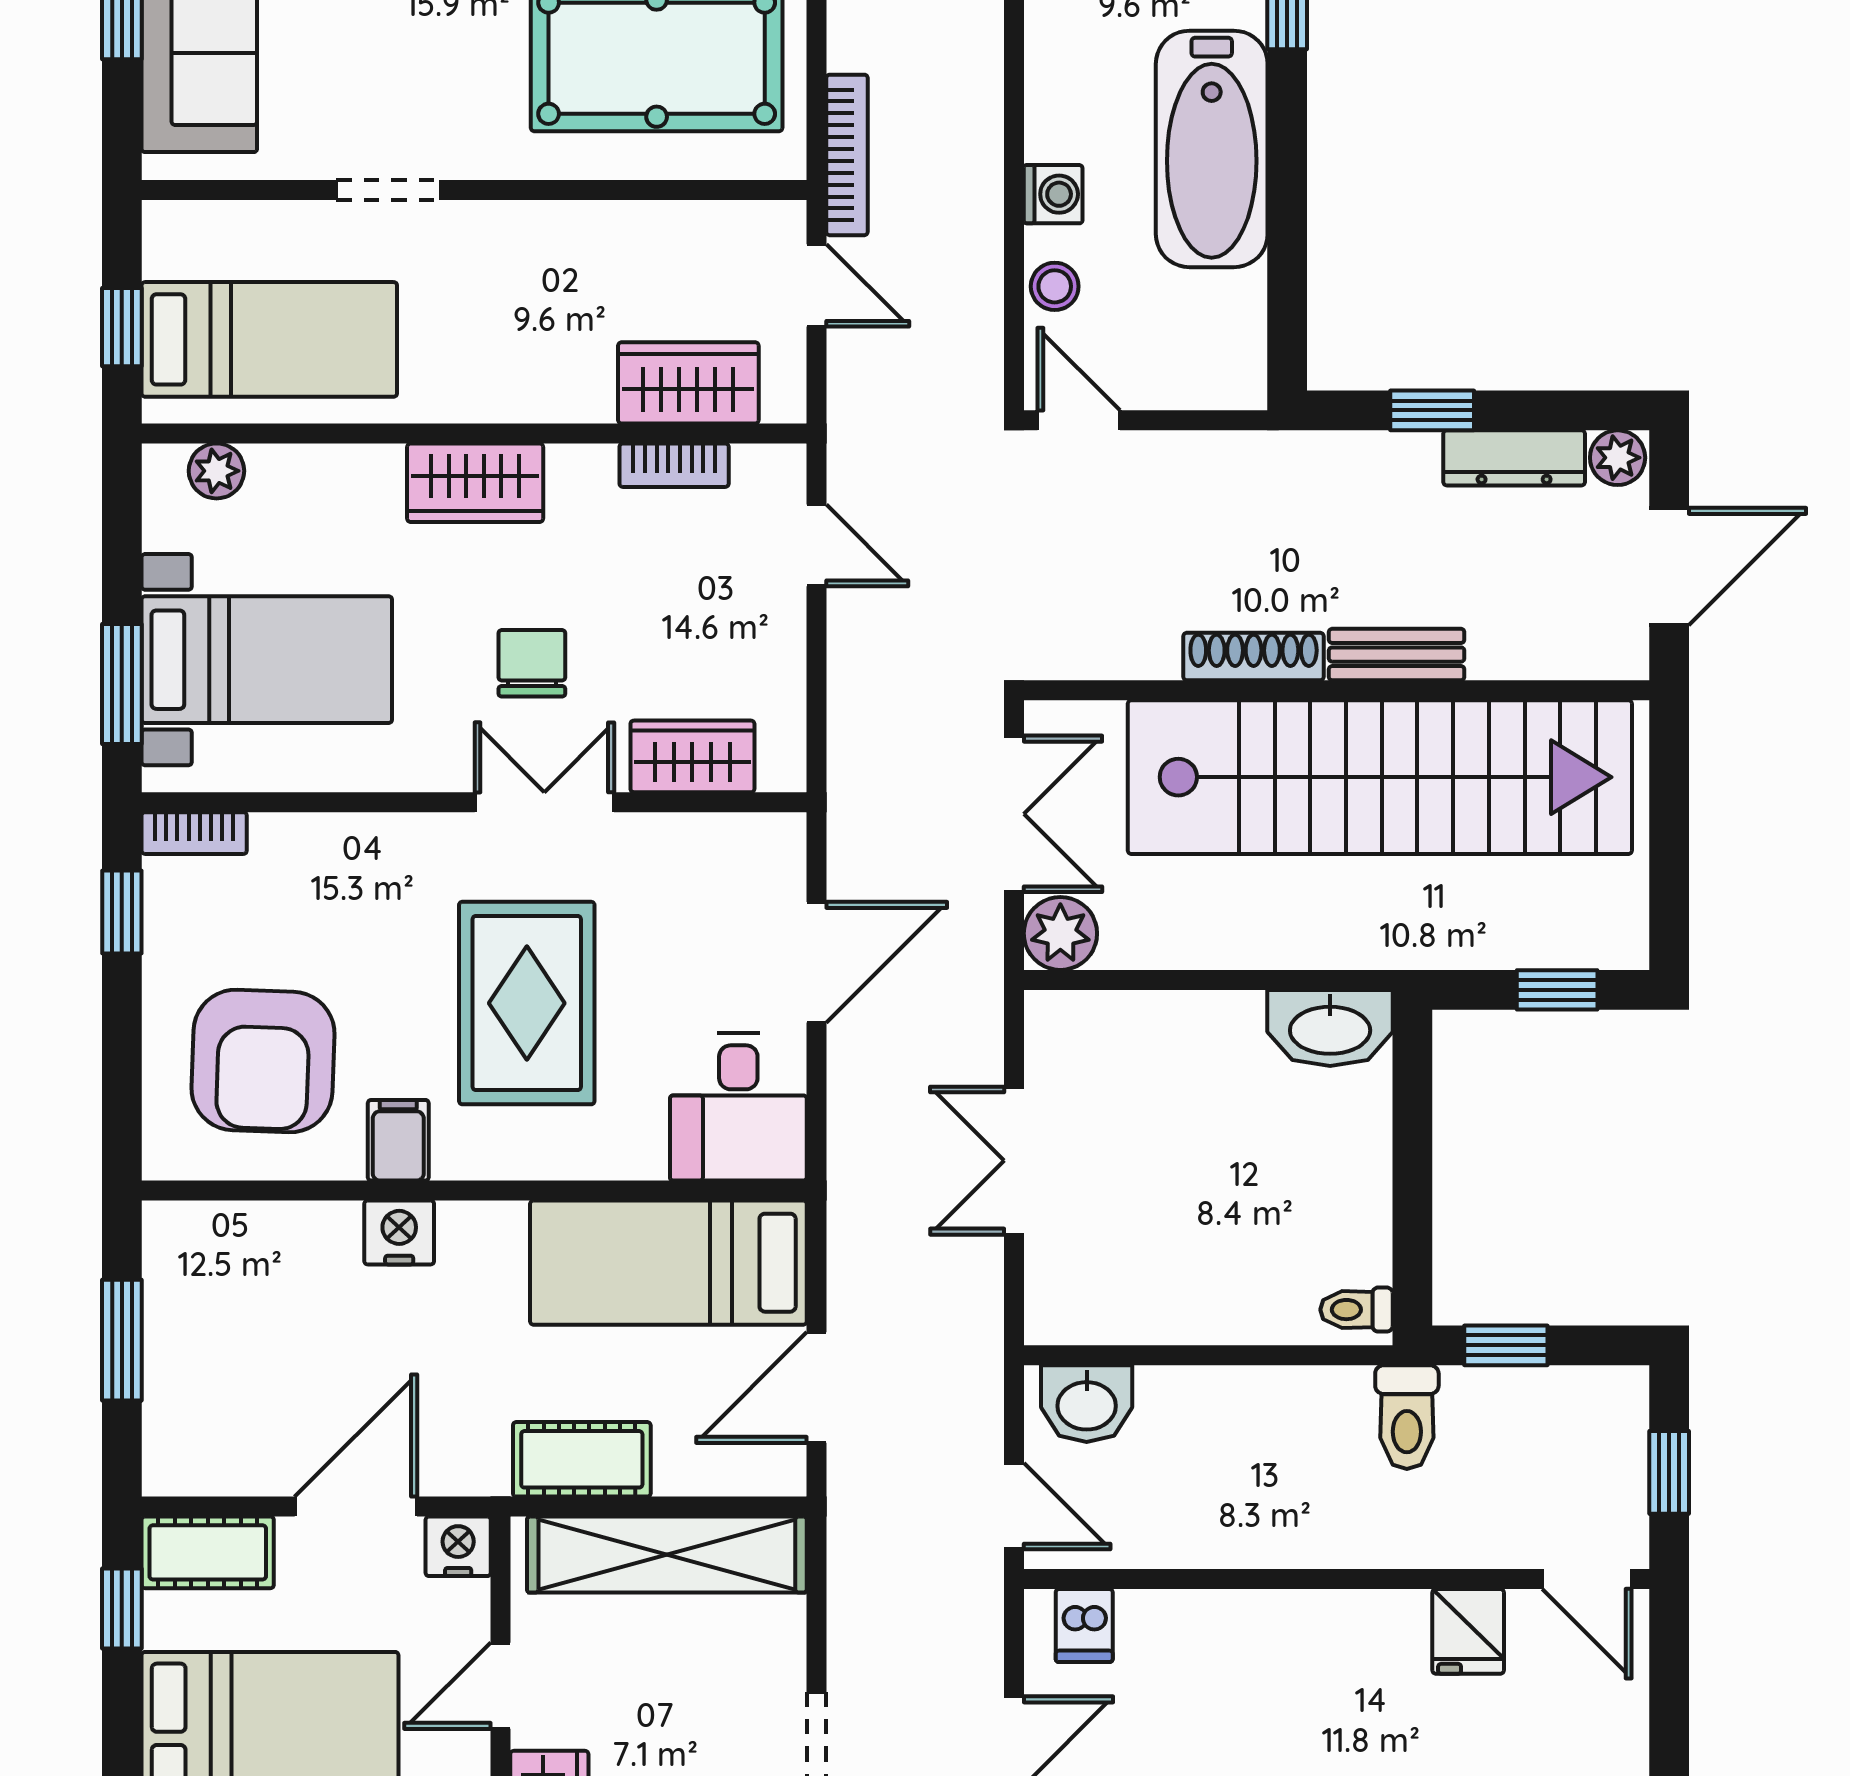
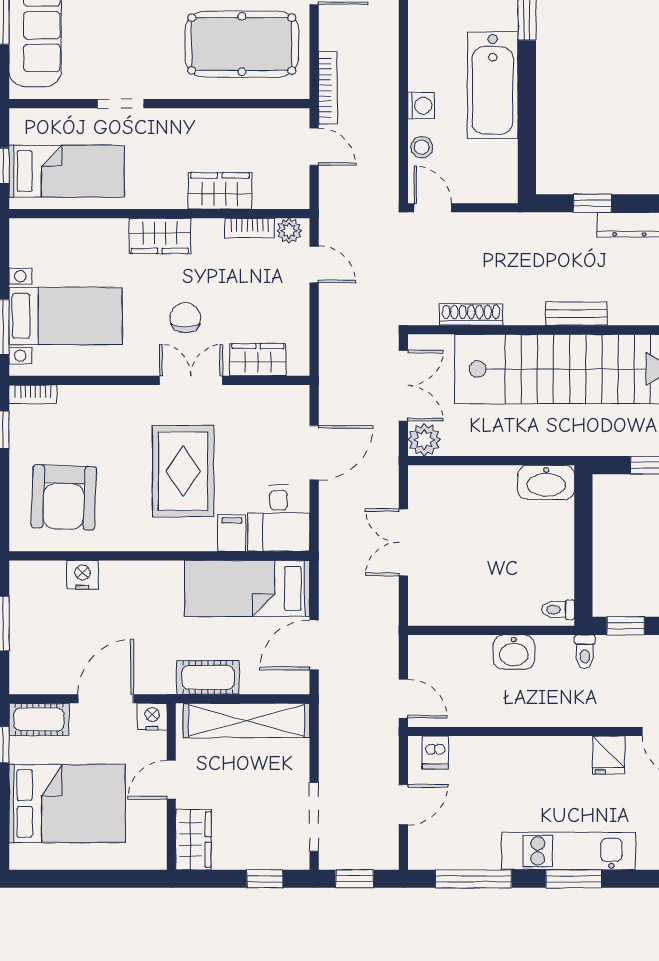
wardrobe: (688, 383) -> (220, 191), moved
plant: (216, 471) -> (289, 231), moved
shoe rack: (1254, 657) -> (471, 315), moved
filing cabinet: (398, 1140) -> (232, 533), moved
nightstand: (399, 1232) -> (83, 575), moved
washbasin: (1087, 1404) -> (514, 652), moved
toilet: (1407, 1417) -> (585, 652), width x0.73, depth x0.72

